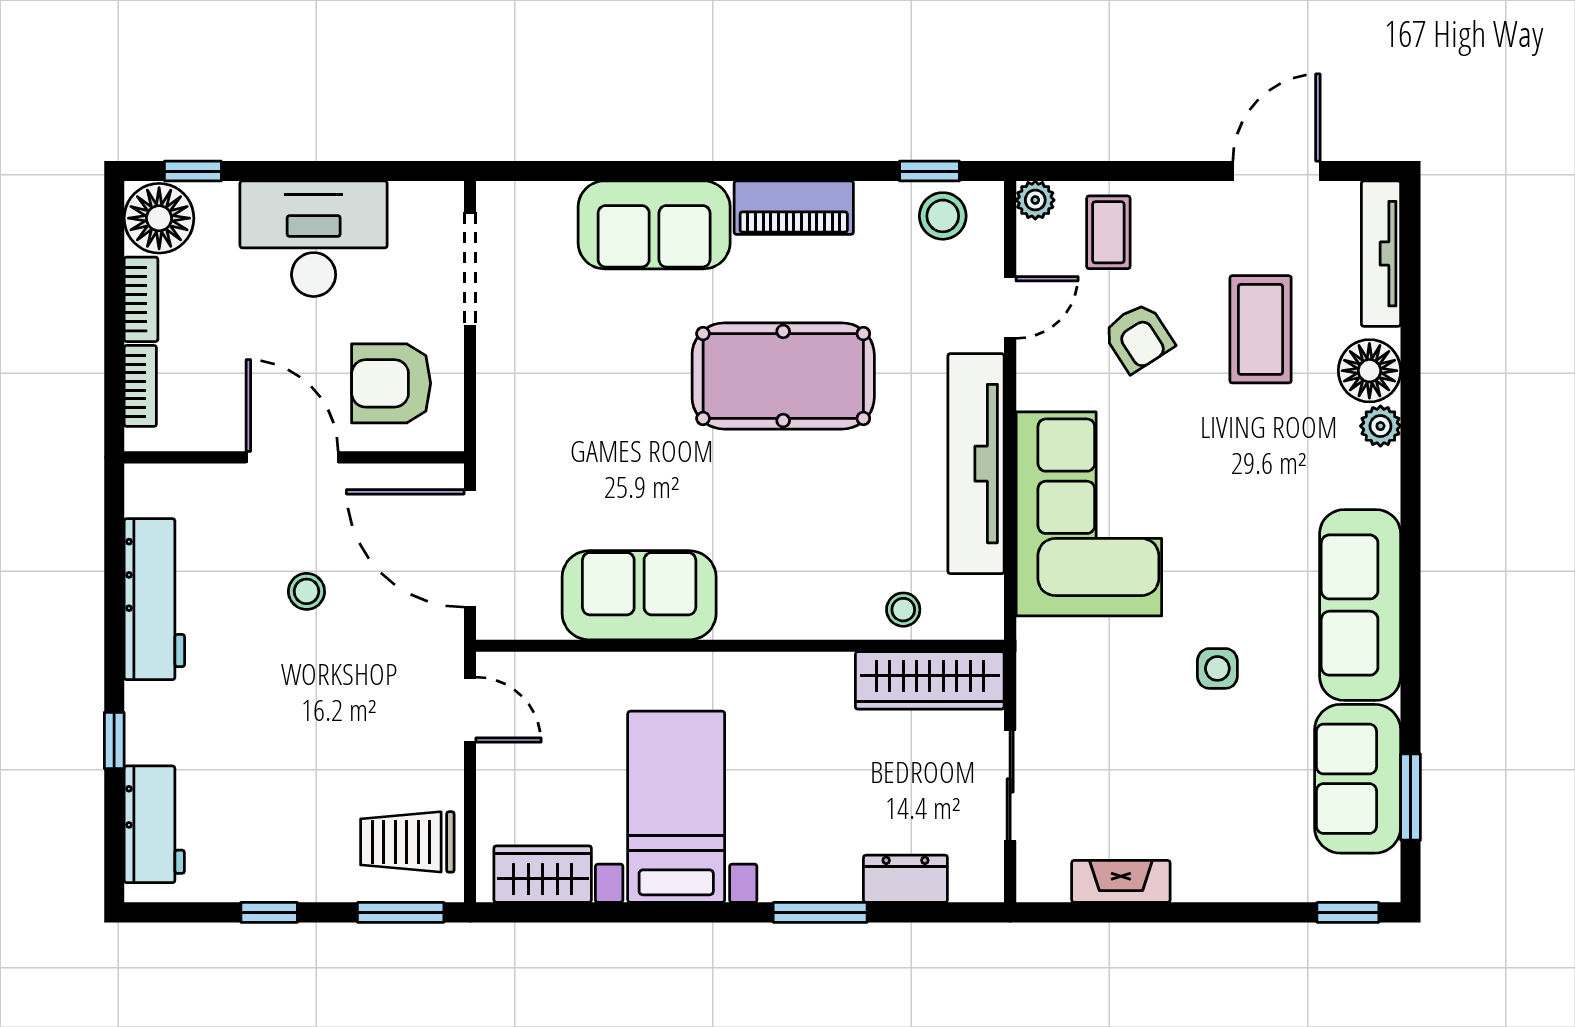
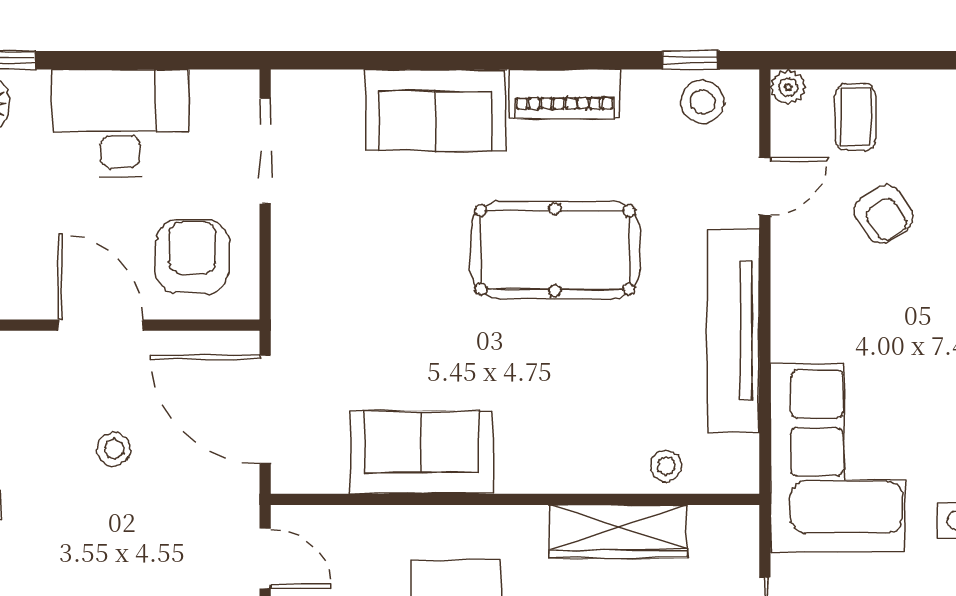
armchair: (391, 383) -> (192, 257), turned 91
corner sofa: (1089, 514) -> (838, 458), moved
wardrobe: (930, 680) -> (618, 531), moved

